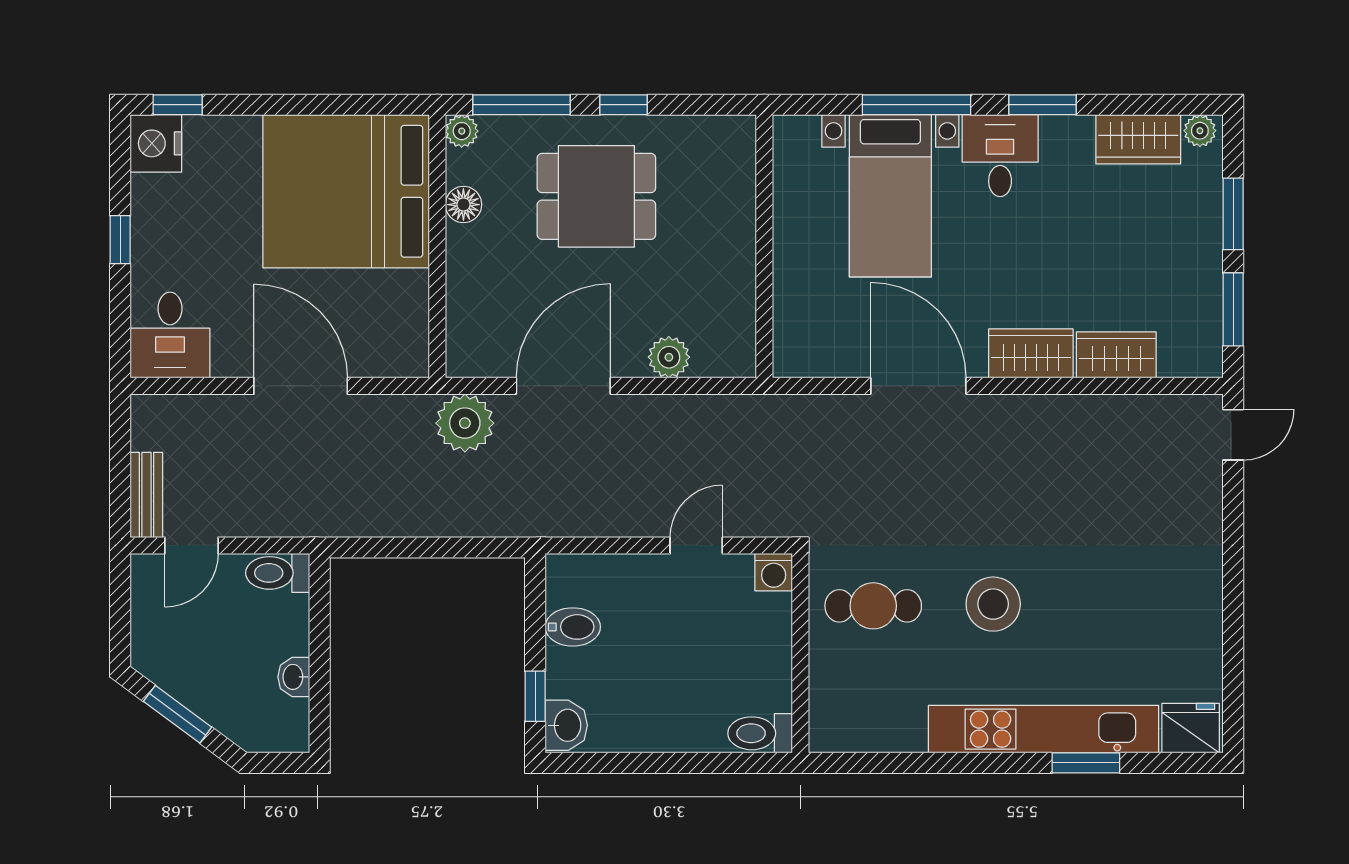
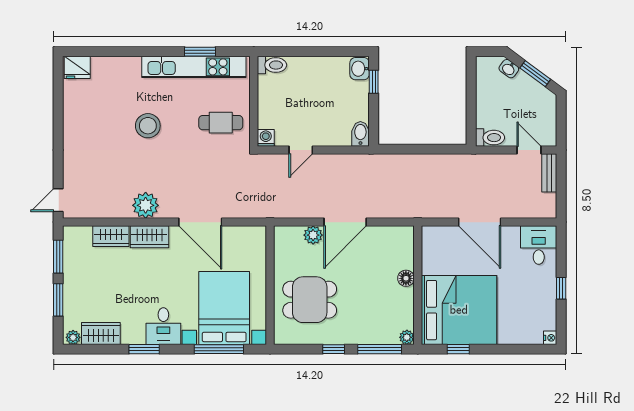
window: (178, 105) -> (458, 349), moved
window: (917, 105) -> (219, 349), moved
nightstand: (156, 143) -> (550, 338), width x0.53, depth x0.56
dining table: (596, 196) -> (310, 300), moved
bed with nightstands: (890, 196) -> (224, 308), width x1.36
floor lamp: (463, 205) -> (406, 278), moved
door: (563, 386) -> (345, 222), moved
plant: (465, 423) -> (146, 205), moved
door: (192, 545) -> (529, 150), hinge flipped
stool: (993, 604) -> (148, 126), moved
bidet: (573, 627) -> (360, 134), moved, turned 90
washbasin: (294, 677) -> (509, 69), moved, turned 127
kitchen unit: (1044, 729) -> (194, 67), moved
window: (1086, 763) -> (200, 52), moved

